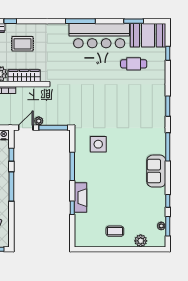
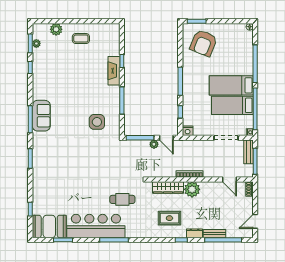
cafe table: (134, 64) -> (122, 199), moved
door: (26, 128) -> (166, 138), hinge flipped
sofa: (156, 171) -> (41, 116), moved

